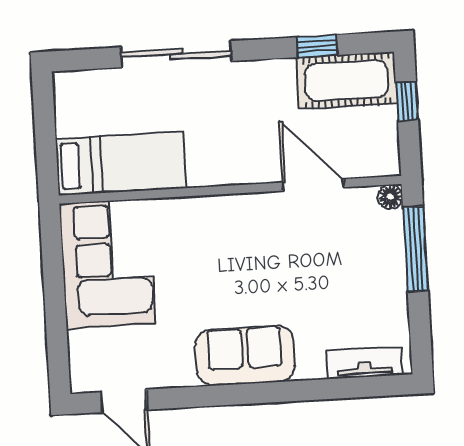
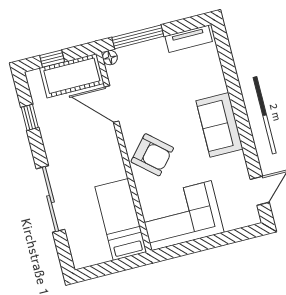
cot: (347, 80) -> (72, 76), moved, turned 90
door: (313, 185) -> (112, 104), hinge flipped
armchair: (217, 236) -> (152, 155), added
tv unit: (365, 363) -> (189, 39), moved, turned -90

